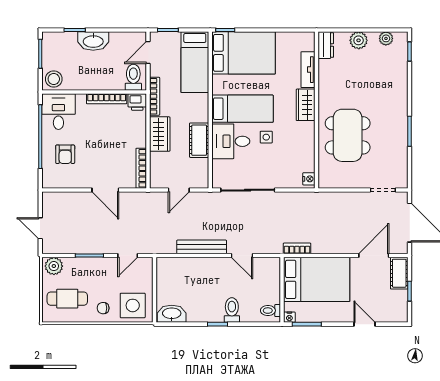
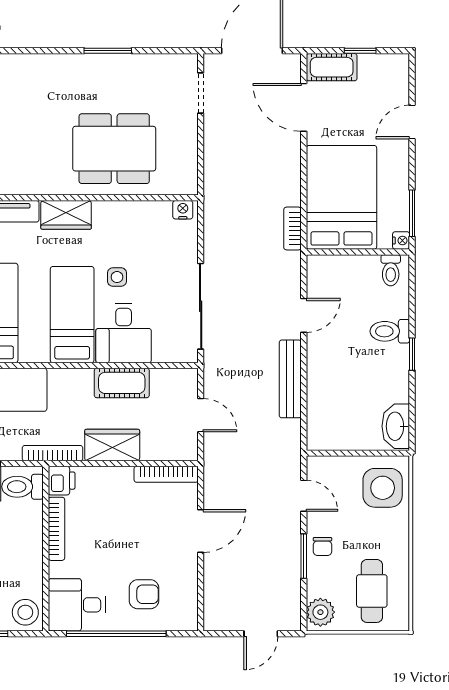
chair: (103, 308) -> (322, 547), moved

